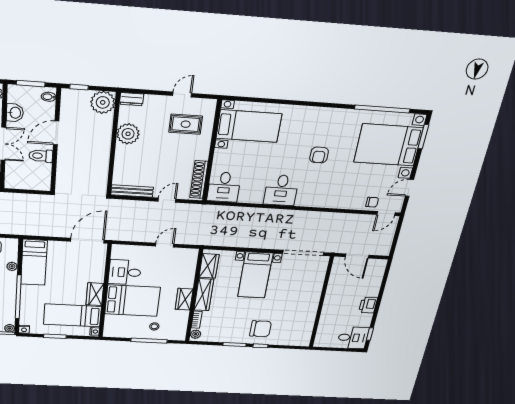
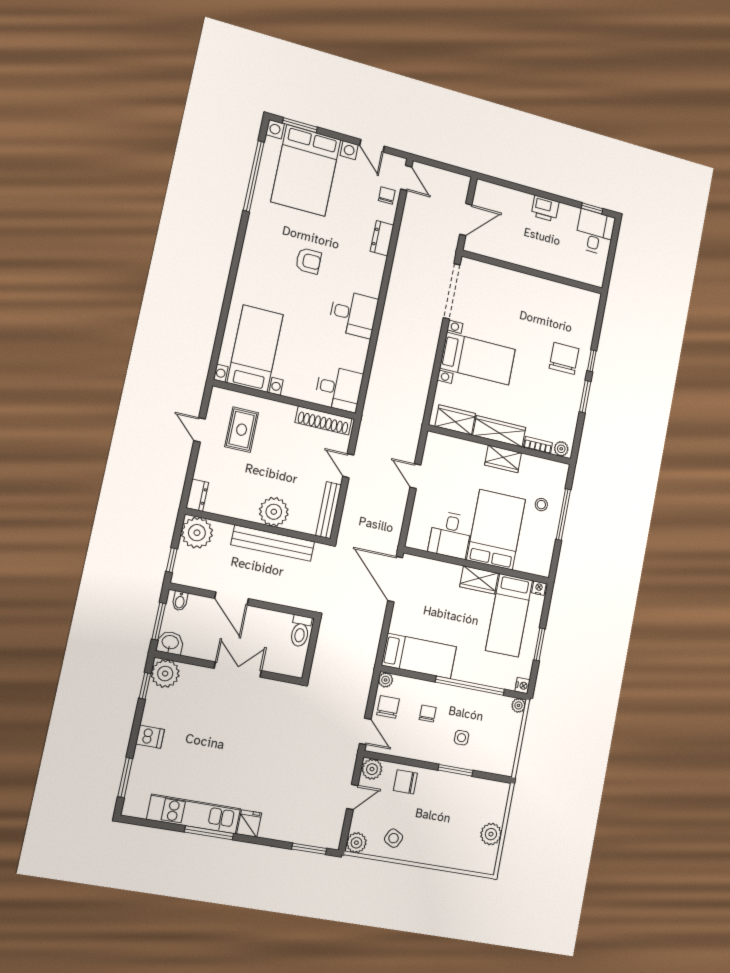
washbasin: (15, 113) -> (170, 643), moved
plant: (128, 134) -> (274, 512), moved
toilet: (41, 156) -> (300, 631), moved
bench: (102, 156) -> (273, 543), added
dresser: (340, 203) -> (382, 238), added
plant: (12, 266) -> (386, 680), moved

